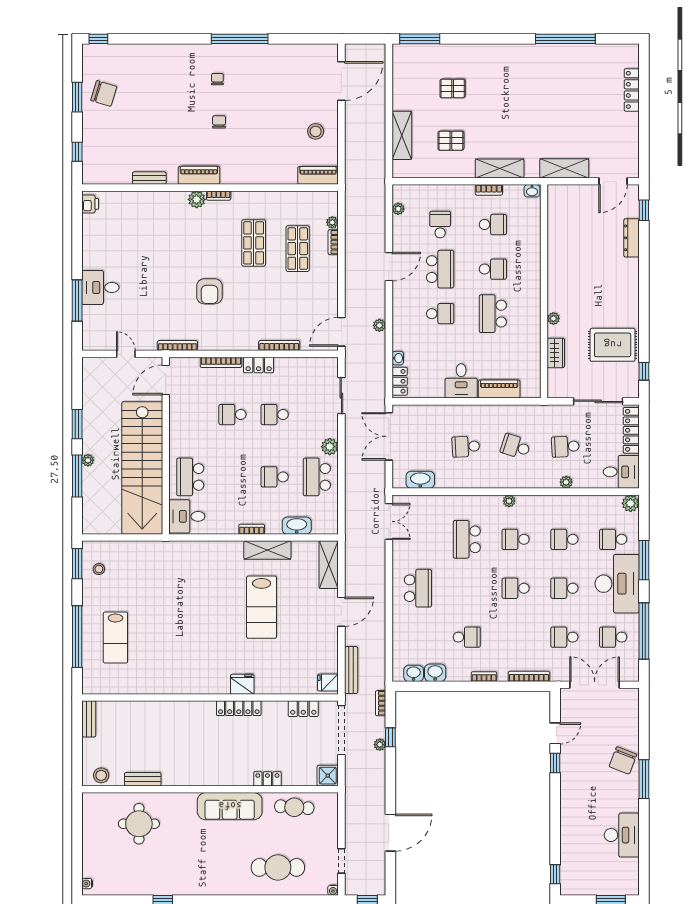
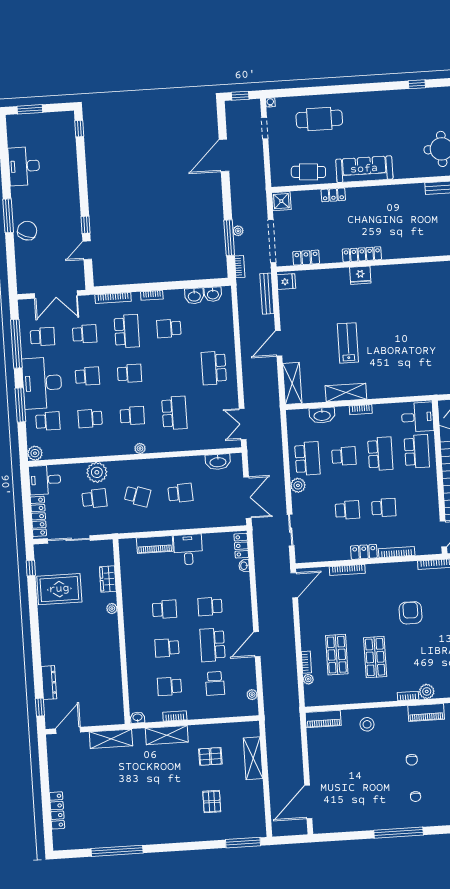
pallet: (453, 89) -> (212, 802), turned 90
stool: (316, 131) -> (367, 724), moved
school desk: (493, 314) -> (164, 609), width x0.54
plant: (379, 325) -> (262, 593), removed
school desk: (232, 477) -> (380, 454), added
plant: (566, 482) -> (97, 472), width x1.88, depth x1.88
school desk: (564, 539) -> (90, 418), turned 180
lab bench: (262, 607) -> (348, 343), width x0.73, depth x0.72
school desk: (516, 637) -> (127, 331), added
window: (390, 737) -> (229, 238), width x2.17

